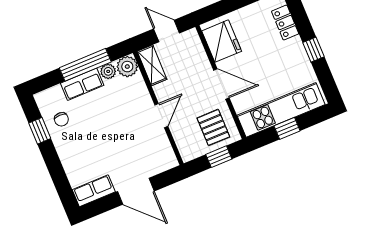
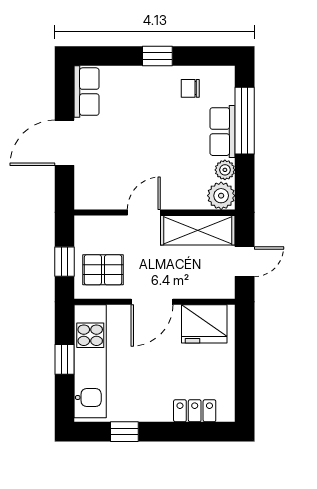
window: (313, 50) -> (124, 432), moved
window: (85, 65) -> (245, 121), moved
shelving: (152, 65) -> (198, 230), width x1.50, depth x1.33
door: (161, 116) -> (144, 212), swing flipped
window: (40, 131) -> (157, 56), moved

